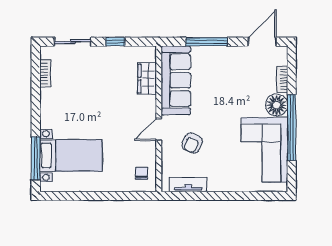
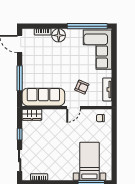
wardrobe: (147, 79) -> (32, 115), moved
window: (292, 128) -> (87, 26), moved
door: (159, 130) -> (74, 108), hinge flipped
corner sofa: (264, 150) -> (98, 50), moved, turned 90

